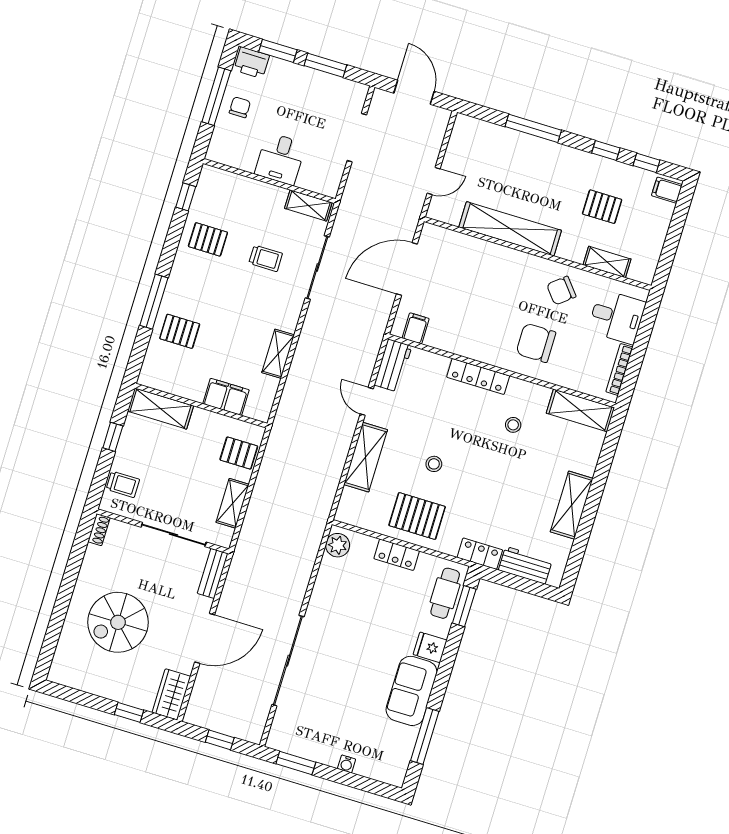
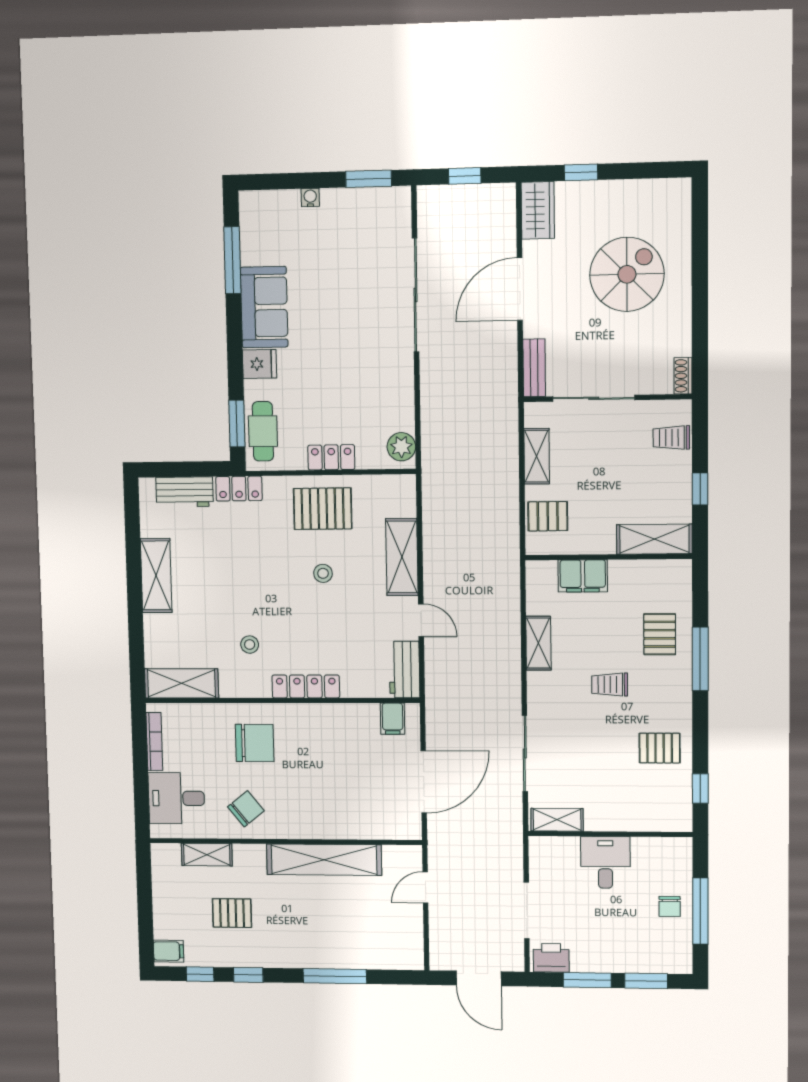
printer: (252, 63) -> (551, 958), moved
trolley: (266, 258) -> (610, 685), moved
pallet: (180, 331) -> (660, 634), turned 90

